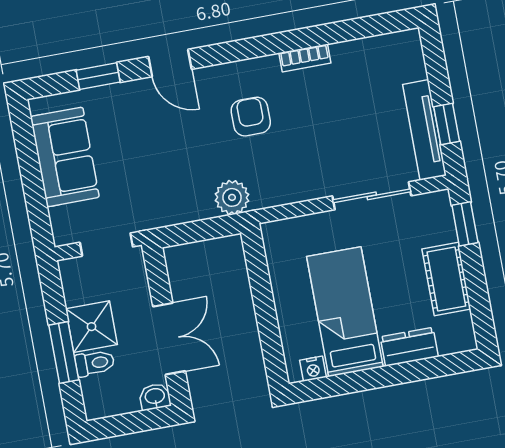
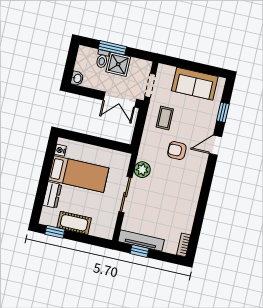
bookcase: (305, 58) -> (184, 245), moved
armchair: (251, 117) -> (177, 150), moved, turned 180
coffee table: (159, 188) -> (165, 118), added
sliding door: (372, 196) -> (125, 195), moved
plant: (232, 197) -> (142, 170), moved
window: (465, 224) -> (55, 232), moved
double door: (169, 339) -> (120, 100), moved

